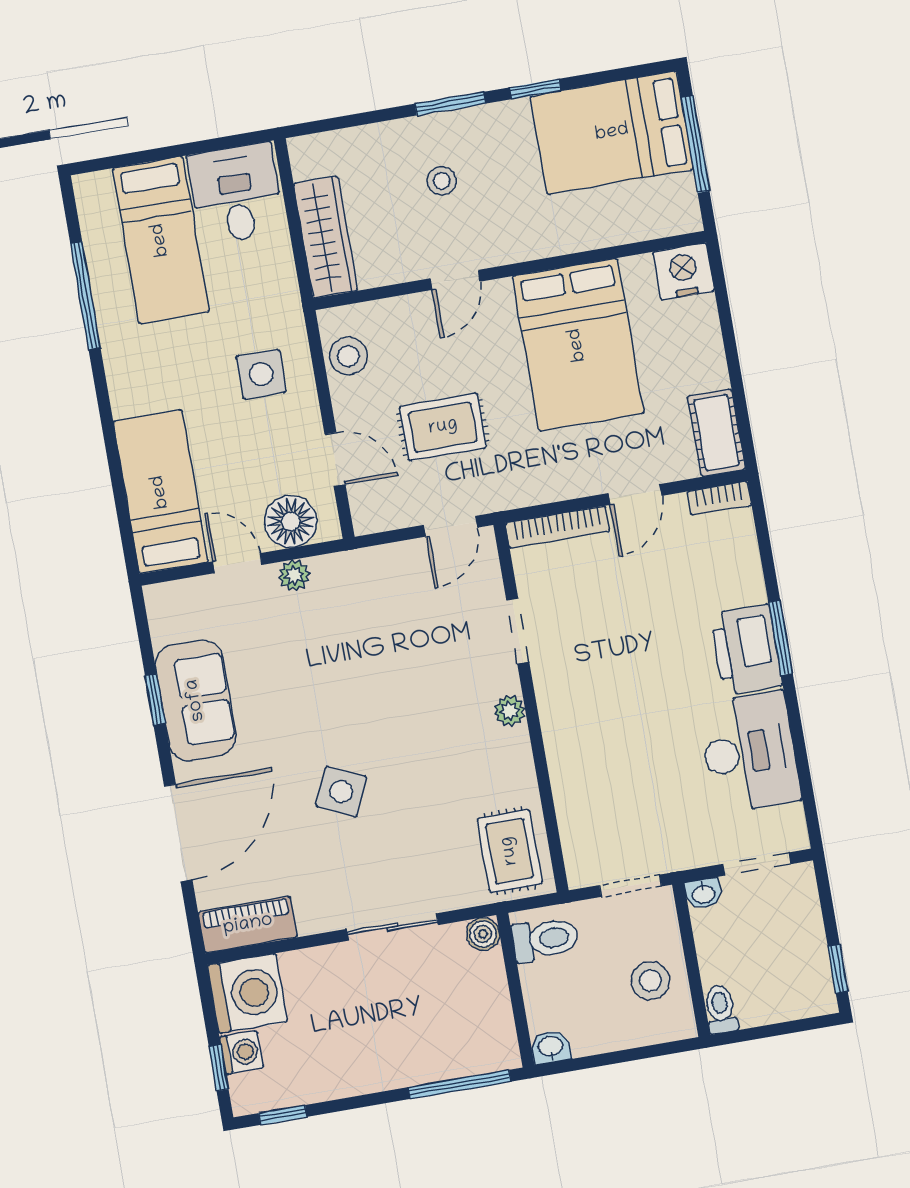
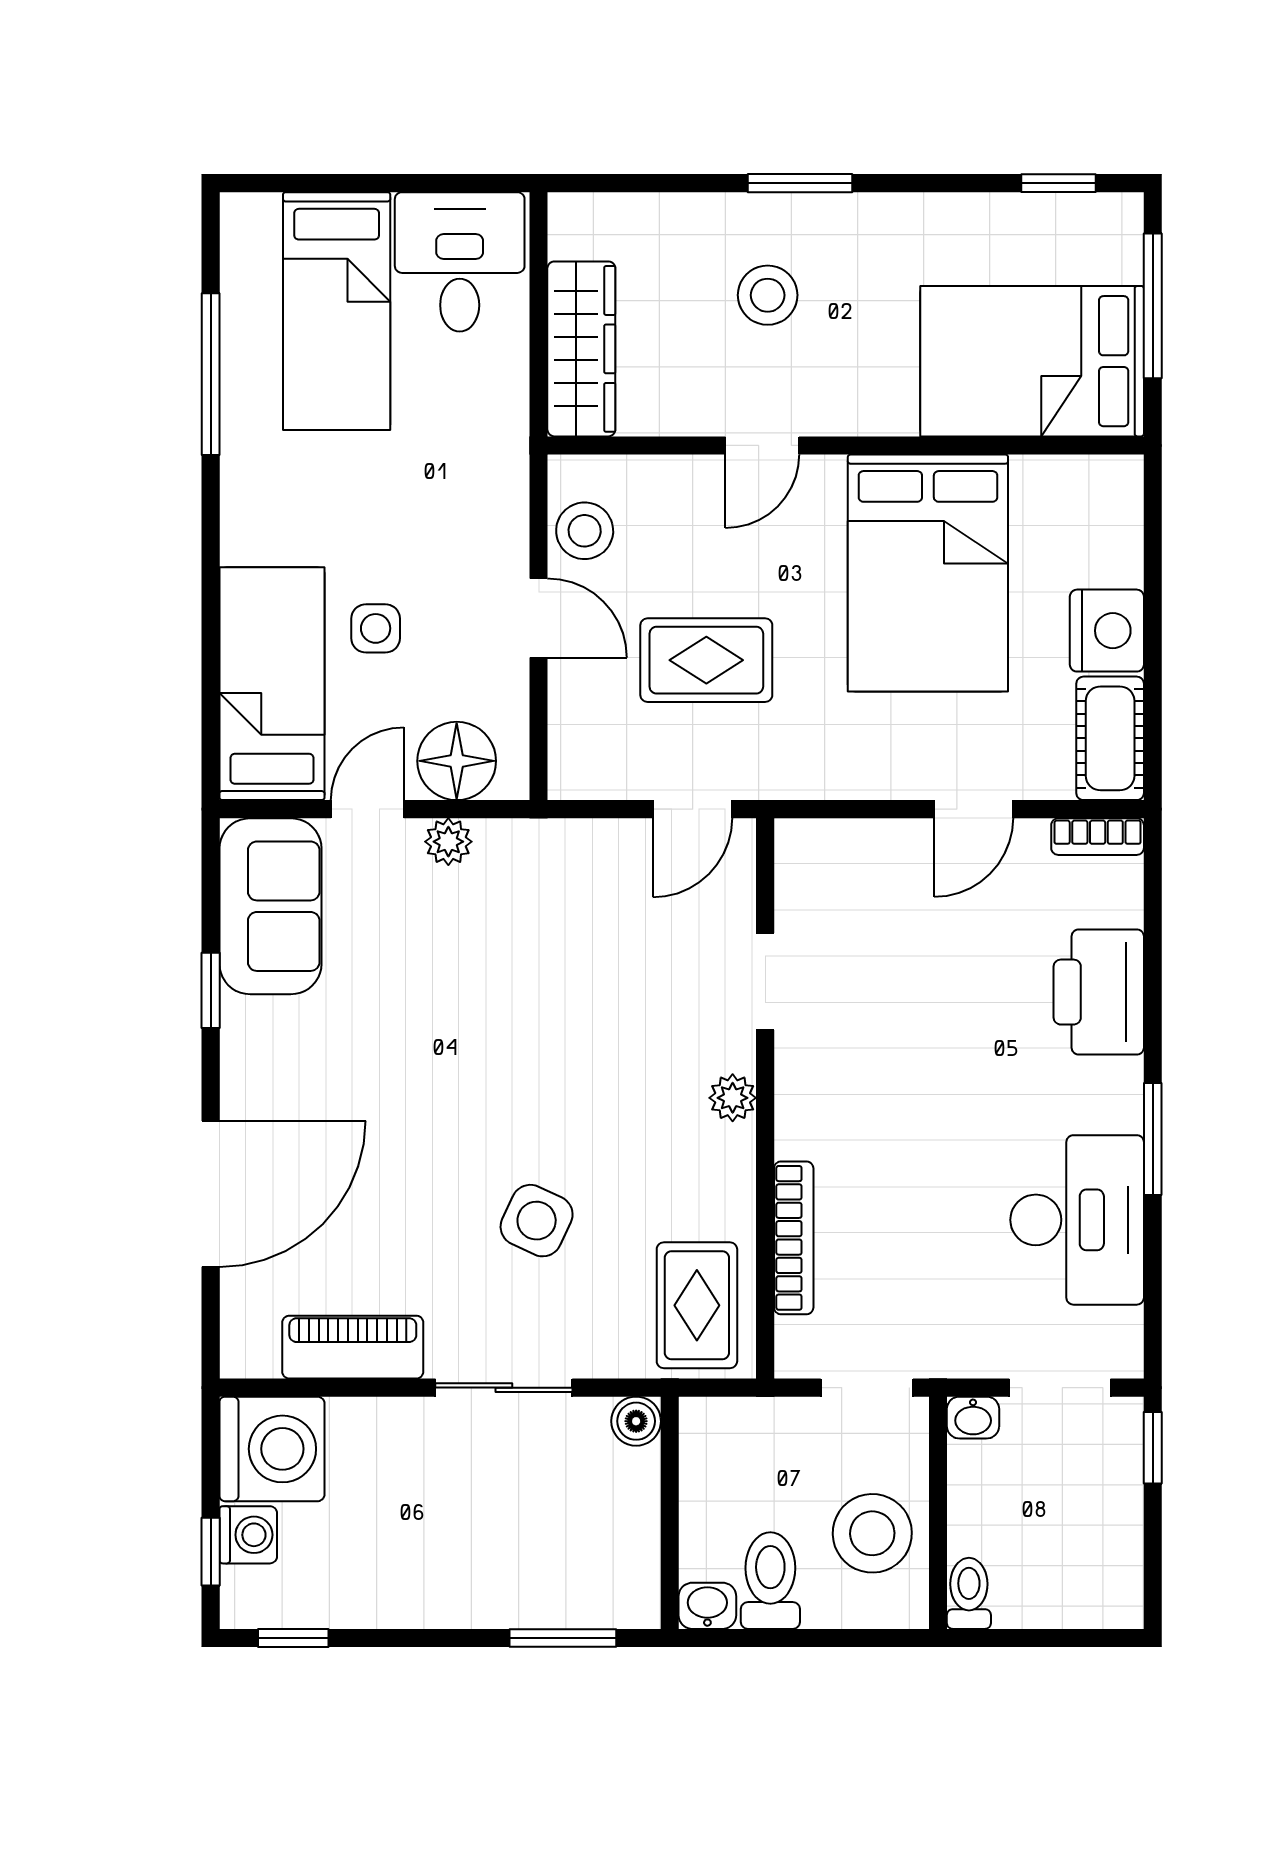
window: (535, 89) -> (1059, 183), moved
bed: (612, 133) -> (1032, 361), moved
stool: (442, 181) -> (768, 295), width x1.37, depth x1.37
nightstand: (683, 271) -> (1107, 631), moved, turned 90
side table: (261, 374) -> (376, 628), moved, width x0.73, depth x0.73
door: (335, 459) -> (539, 618), moved
bookcase: (557, 527) -> (794, 1238), moved, turned -90
door: (237, 563) -> (367, 809), hinge flipped
window: (781, 638) -> (1153, 1139), moved
printer: (746, 650) -> (1099, 992), moved
sofa: (196, 700) -> (270, 906), moved
side table: (341, 792) -> (537, 1221), moved
piano: (248, 925) -> (353, 1347), moved
toilet: (545, 939) -> (770, 1581), moved, turned -90
window: (838, 969) -> (1153, 1448), moved
stool: (650, 981) -> (872, 1533), width x1.38, depth x1.38
window: (459, 1084) -> (563, 1638), width x0.69

